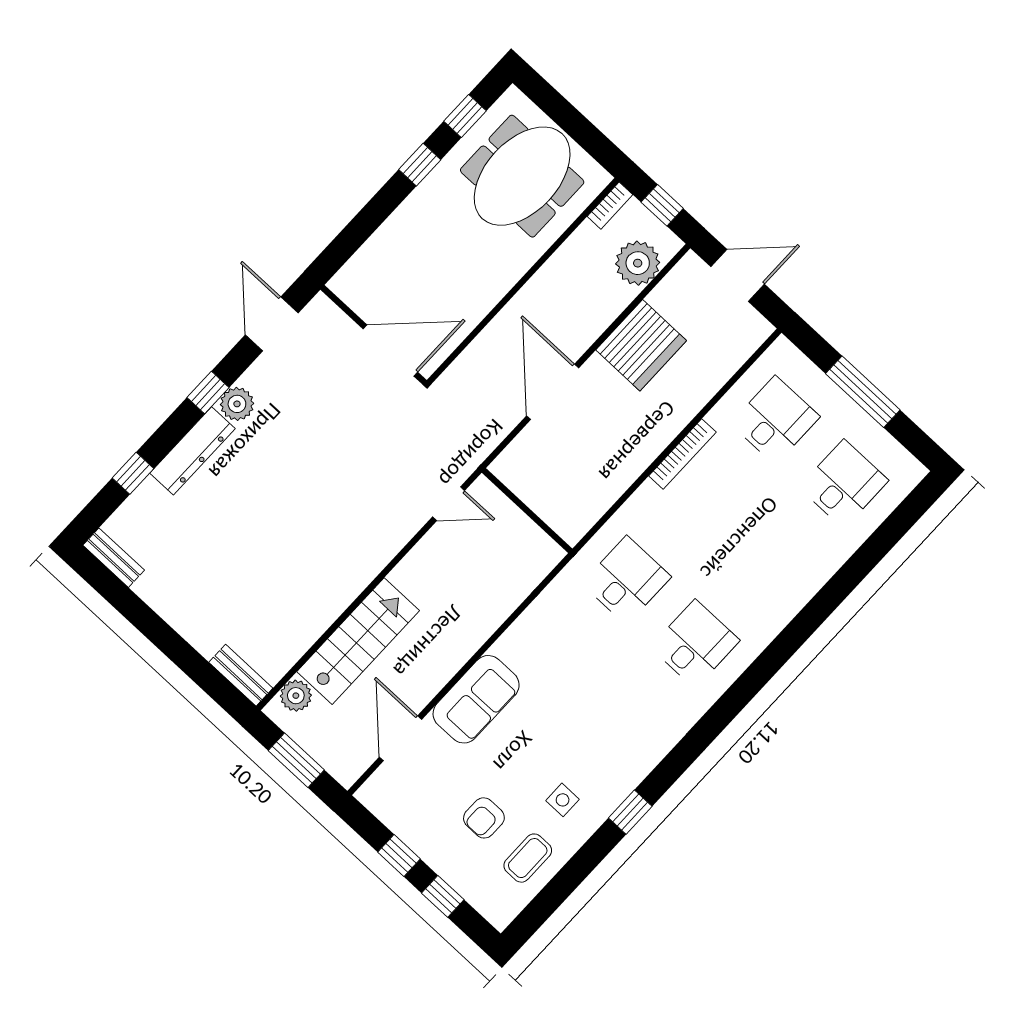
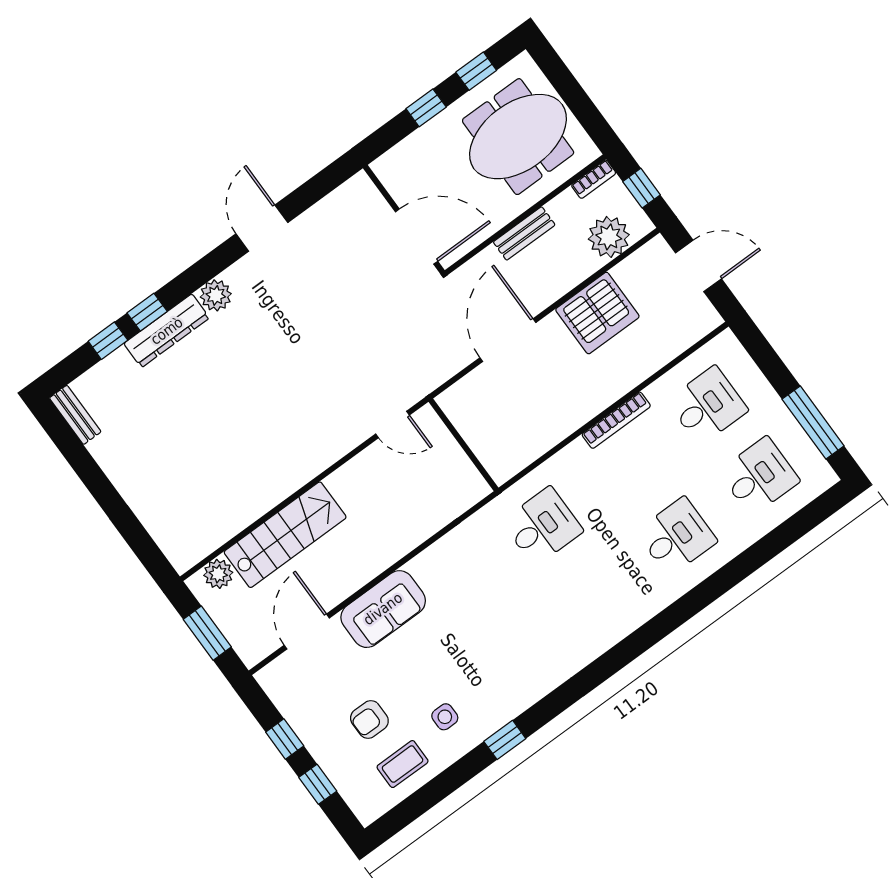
wall: (374, 335) -> (404, 219), moved
door: (390, 350) -> (417, 237), moved
window: (863, 392) -> (813, 422), moved
window: (208, 393) -> (147, 312), moved
desk: (695, 644) -> (677, 537), moved
bench: (241, 675) -> (524, 233), moved, turned 90

